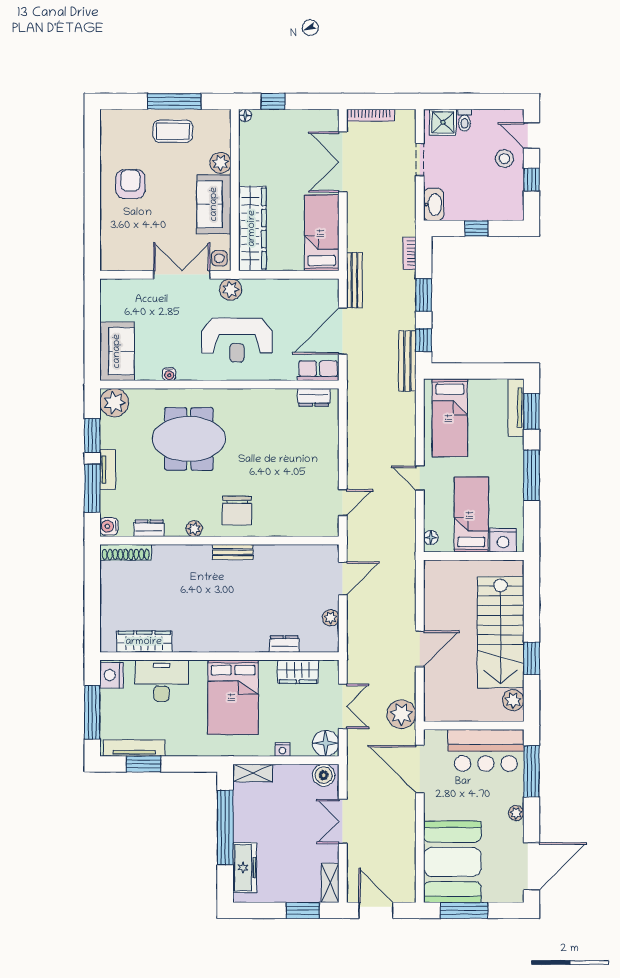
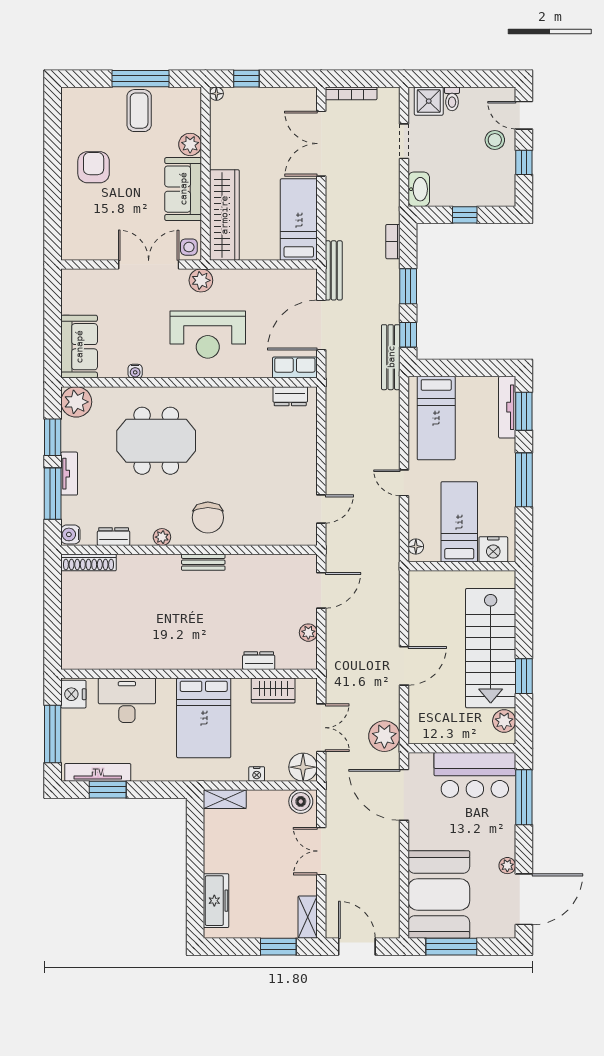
coffee table: (173, 131) -> (139, 111), turned 90
wardrobe: (144, 642) -> (108, 658), removed
plant: (516, 813) -> (507, 866), moved
window: (225, 827) -> (195, 858), removed

